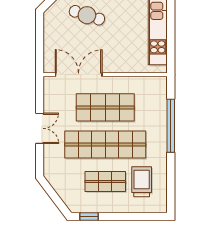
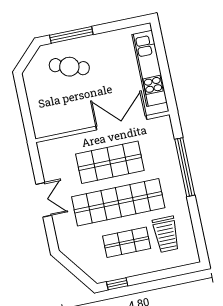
double door: (79, 75) -> (121, 123), moved
trolley: (142, 182) -> (166, 234), turned 180

